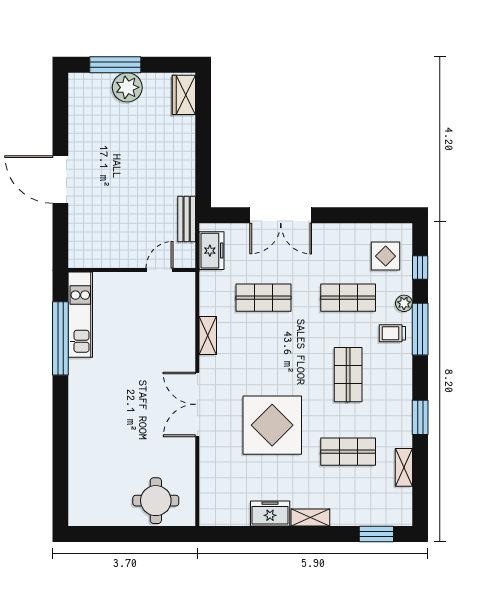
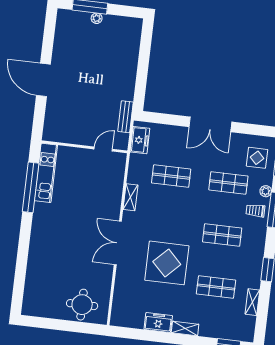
plant: (127, 87) -> (97, 18), width x0.53, depth x0.53
wardrobe: (184, 95) -> (134, 33), removed
double door: (281, 215) -> (210, 124), moved
shop shelf: (348, 375) -> (222, 235), turned 90

